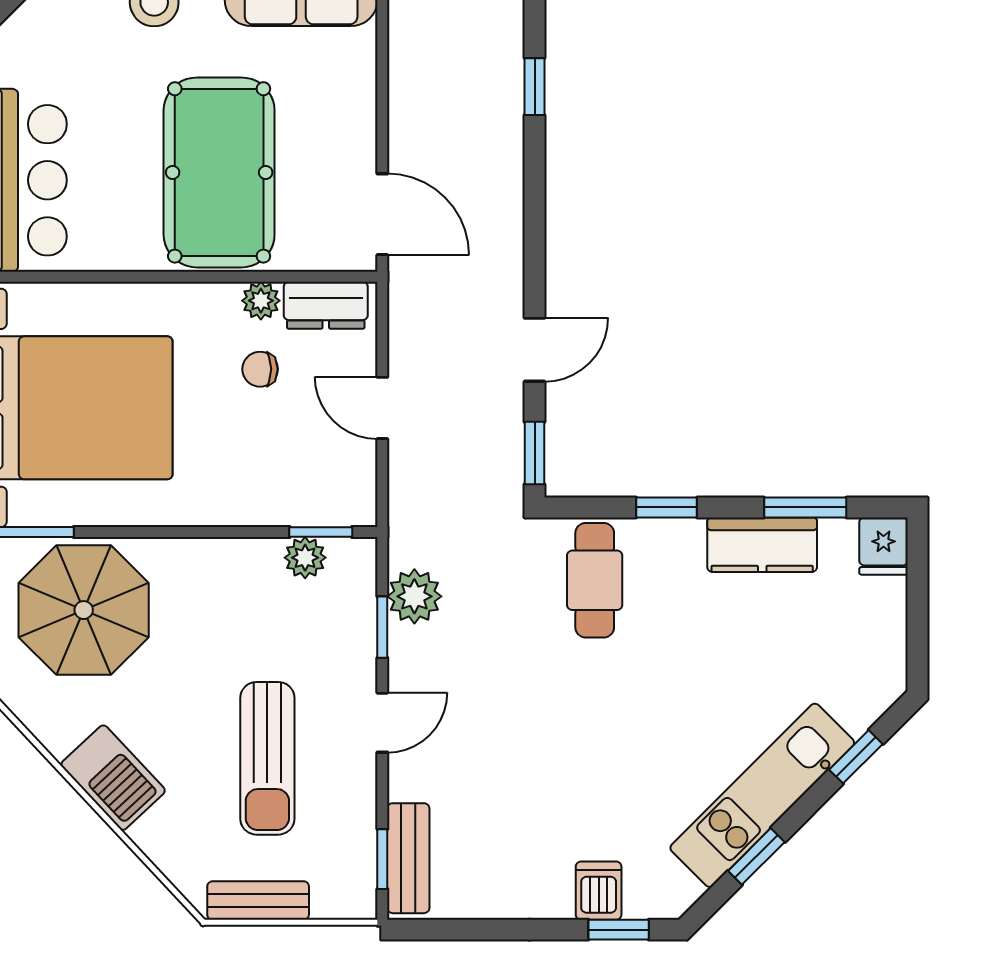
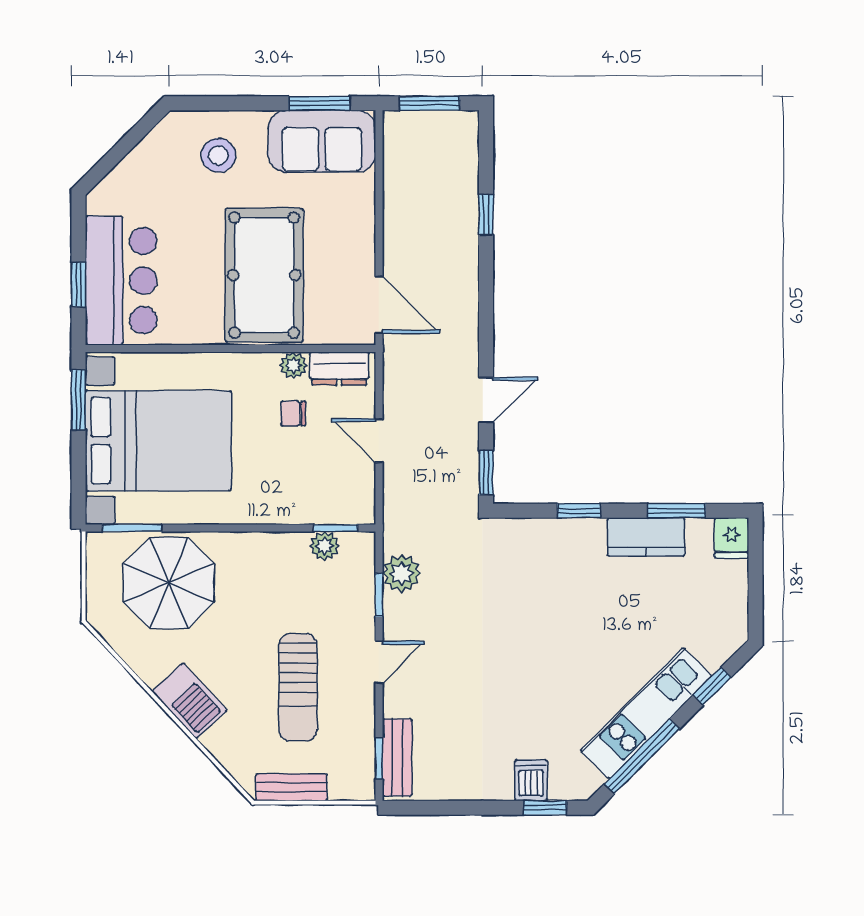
cafe table: (595, 580) -> (528, 562), removed
window: (756, 856) -> (642, 756), width x2.17

